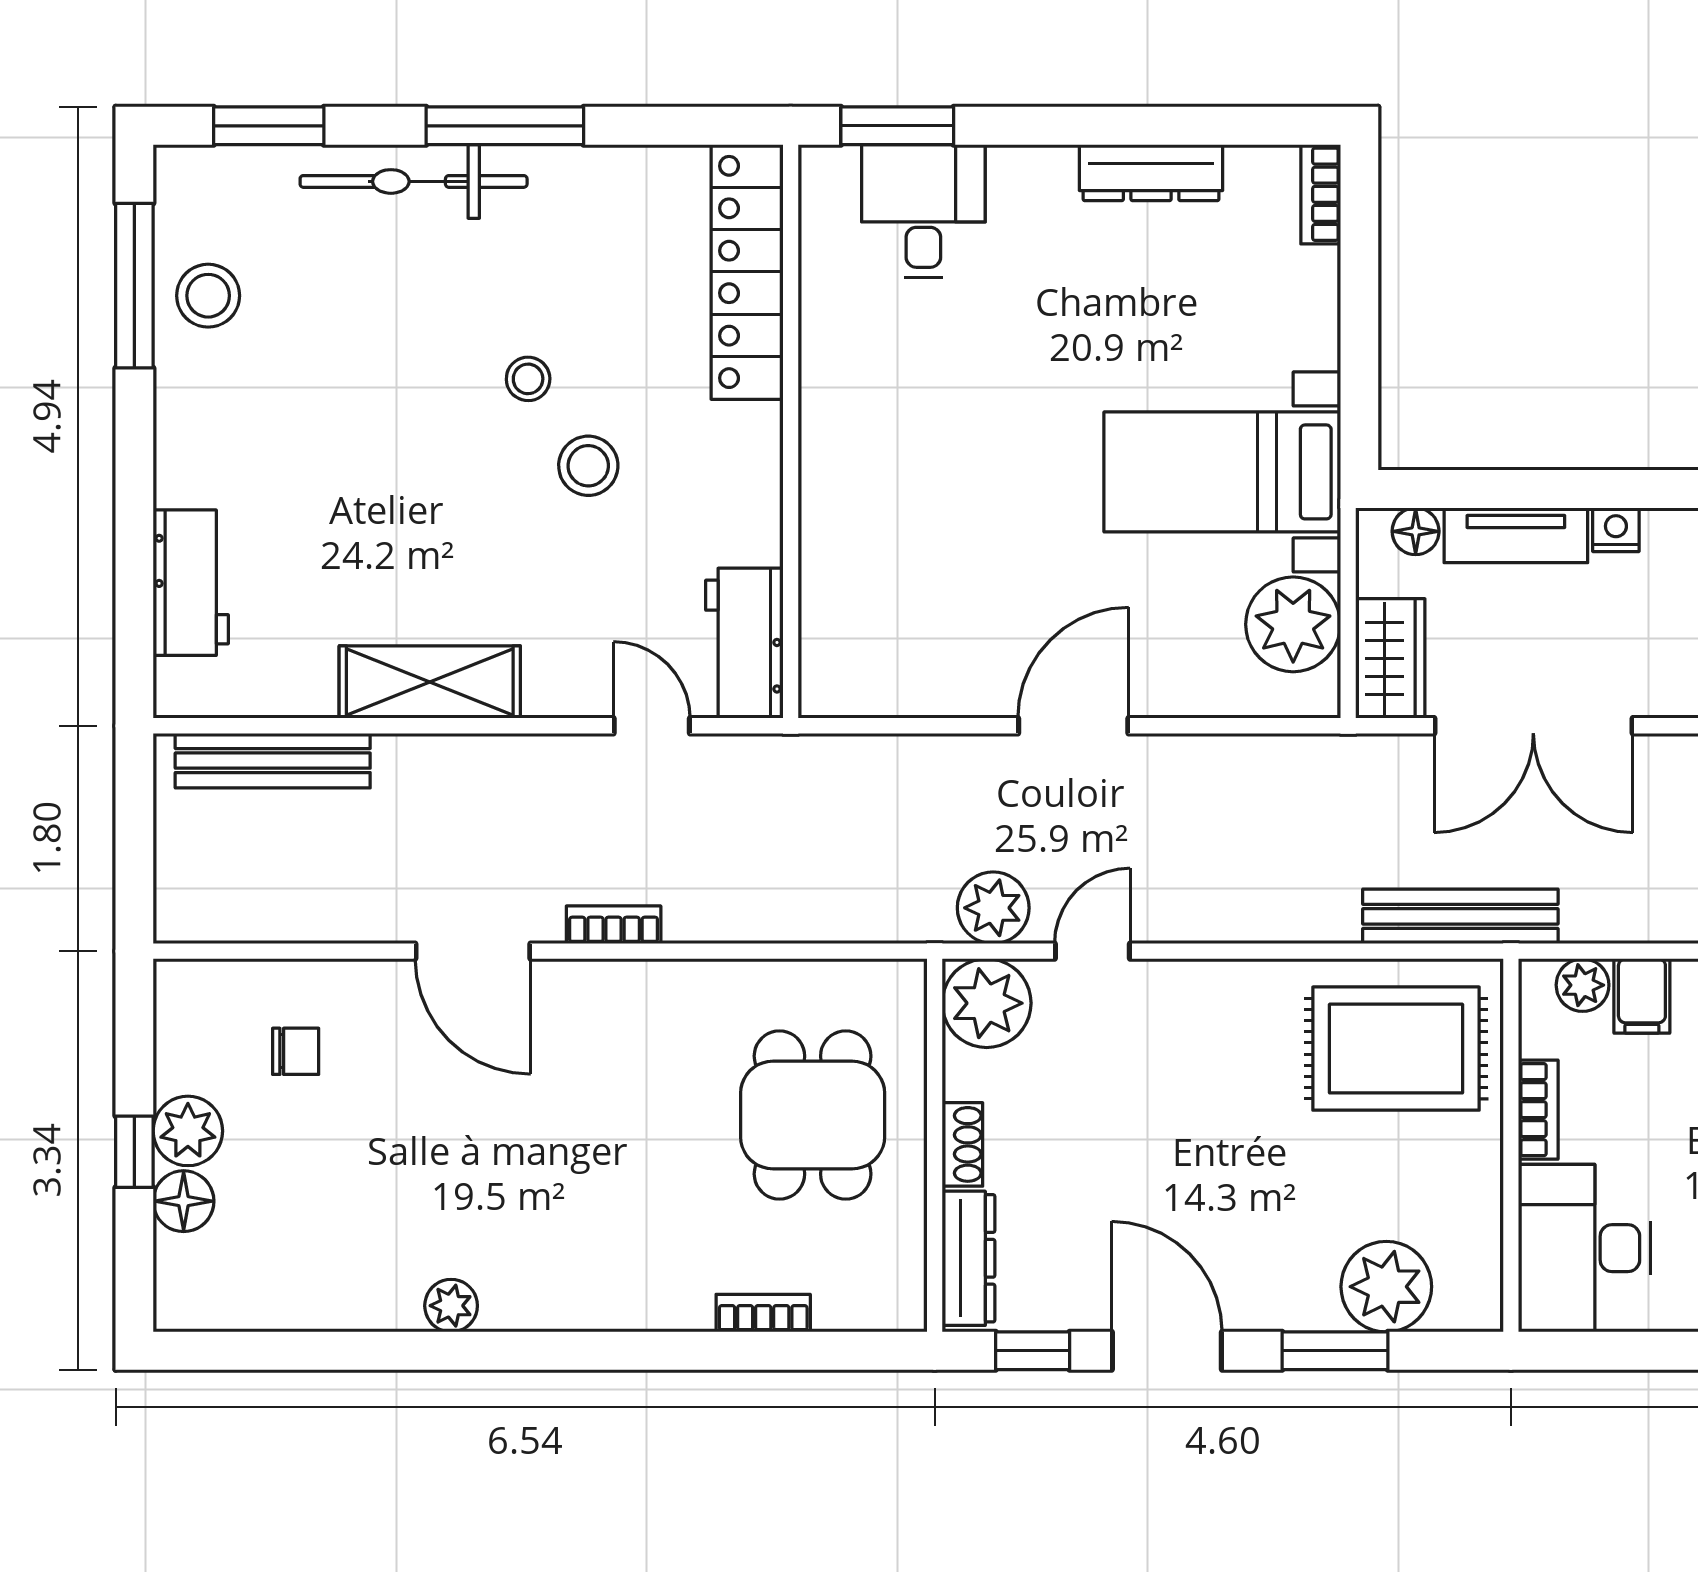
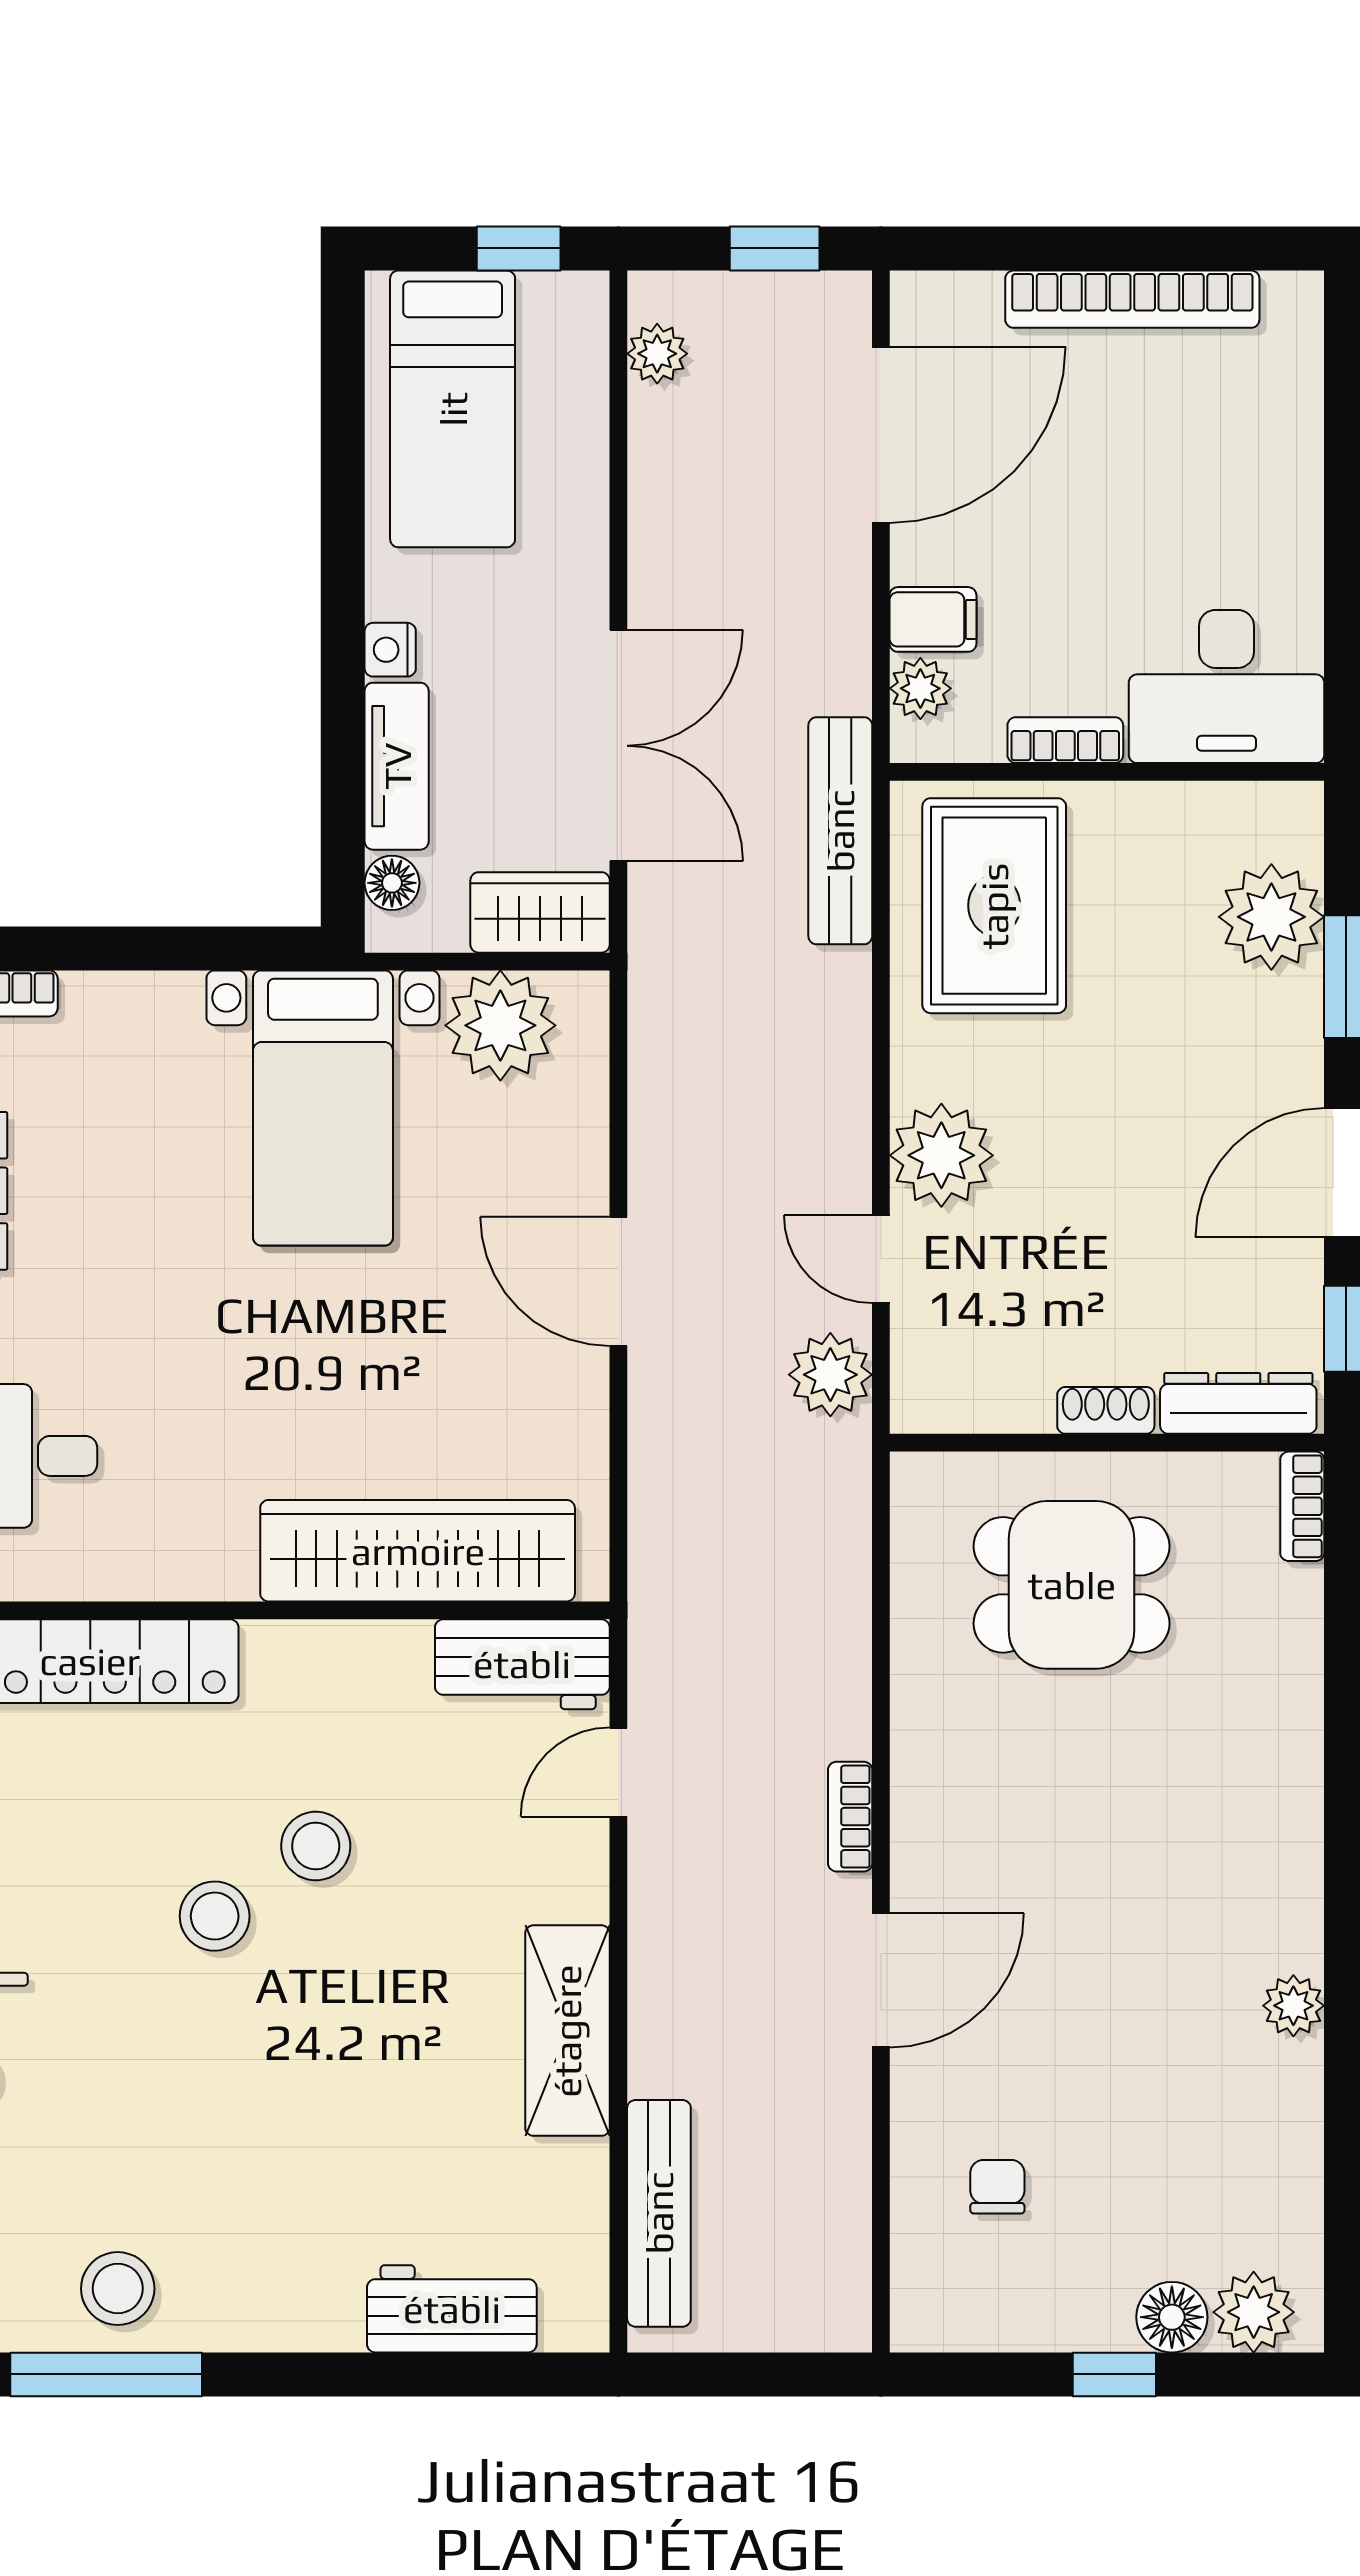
stool: (528, 379) -> (215, 1916), width x1.37, depth x1.37
wardrobe: (842, 553) -> (418, 1551), added
plant: (987, 1003) -> (941, 1155), moved
plant: (188, 1131) -> (1254, 2312), moved
bookcase: (763, 1313) -> (1302, 1506), moved

